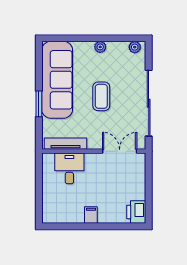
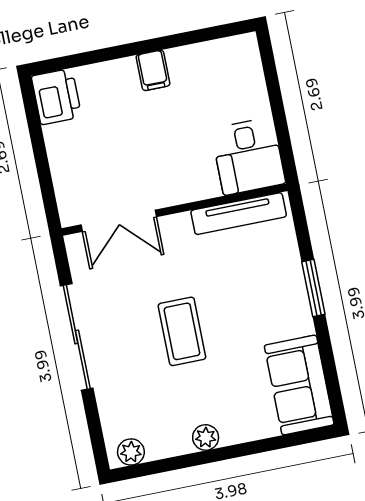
sofa: (57, 80) -> (299, 385), width x0.54, depth x0.79
sliding door: (149, 103) -> (77, 337), width x0.73
desk: (69, 168) -> (248, 156), moved

